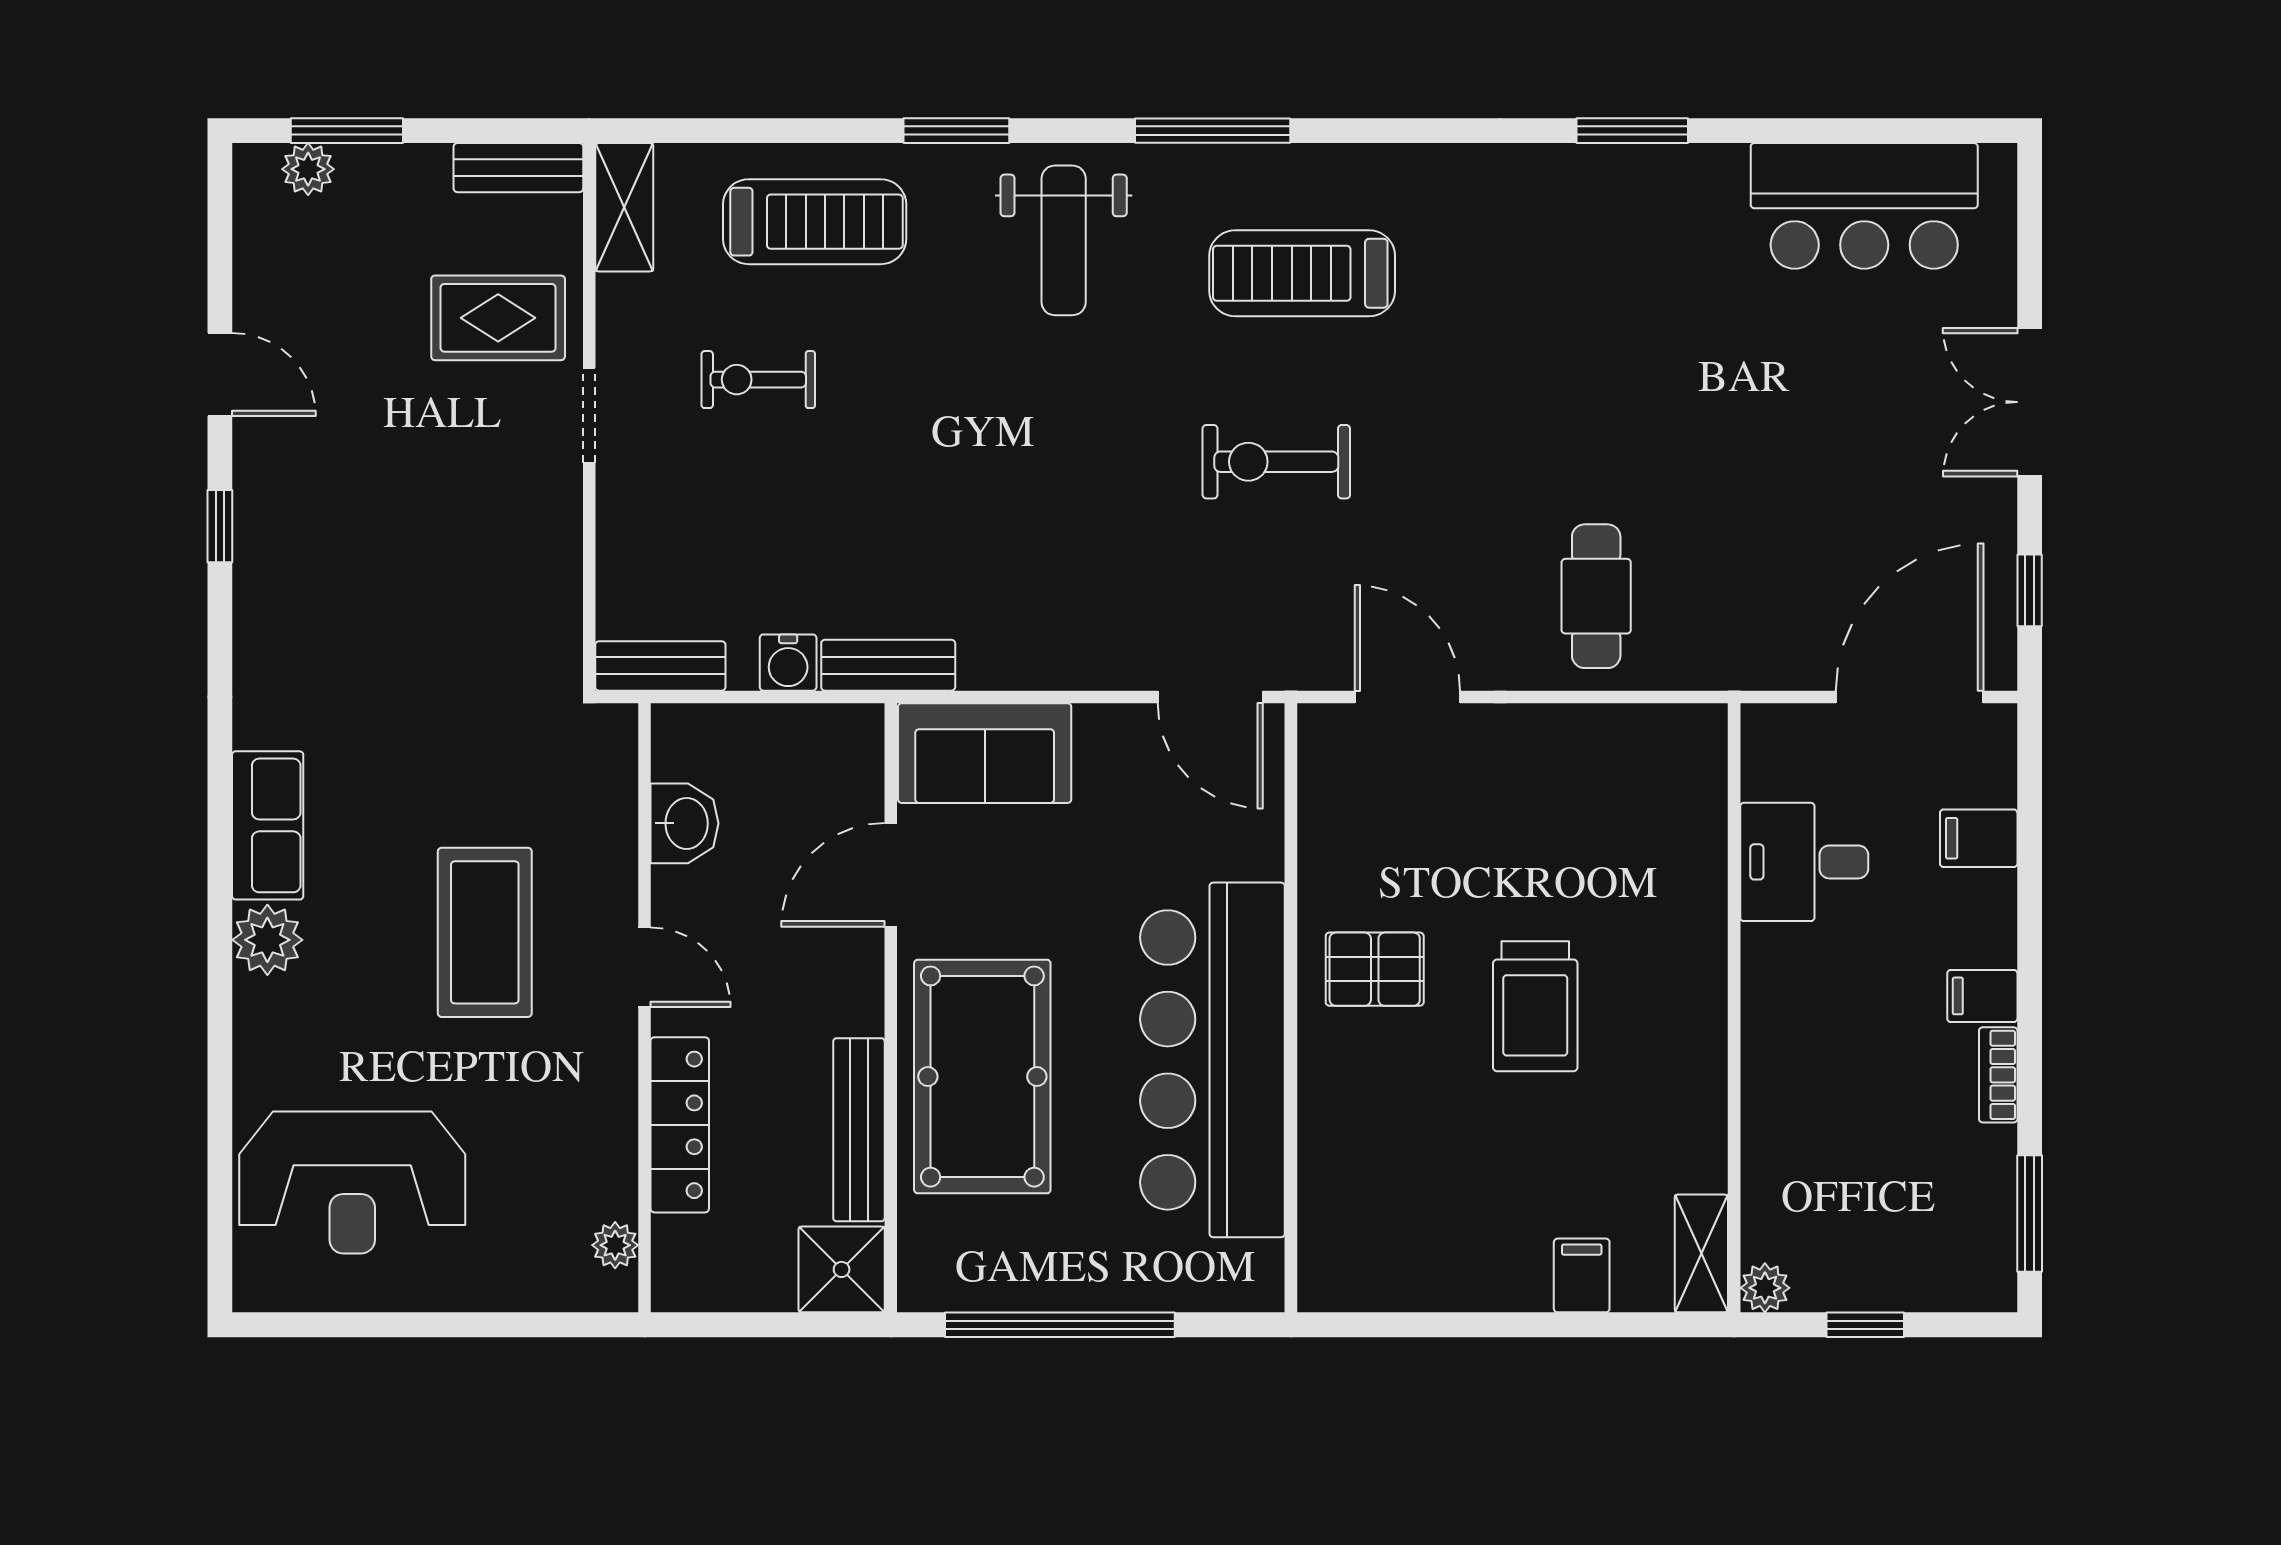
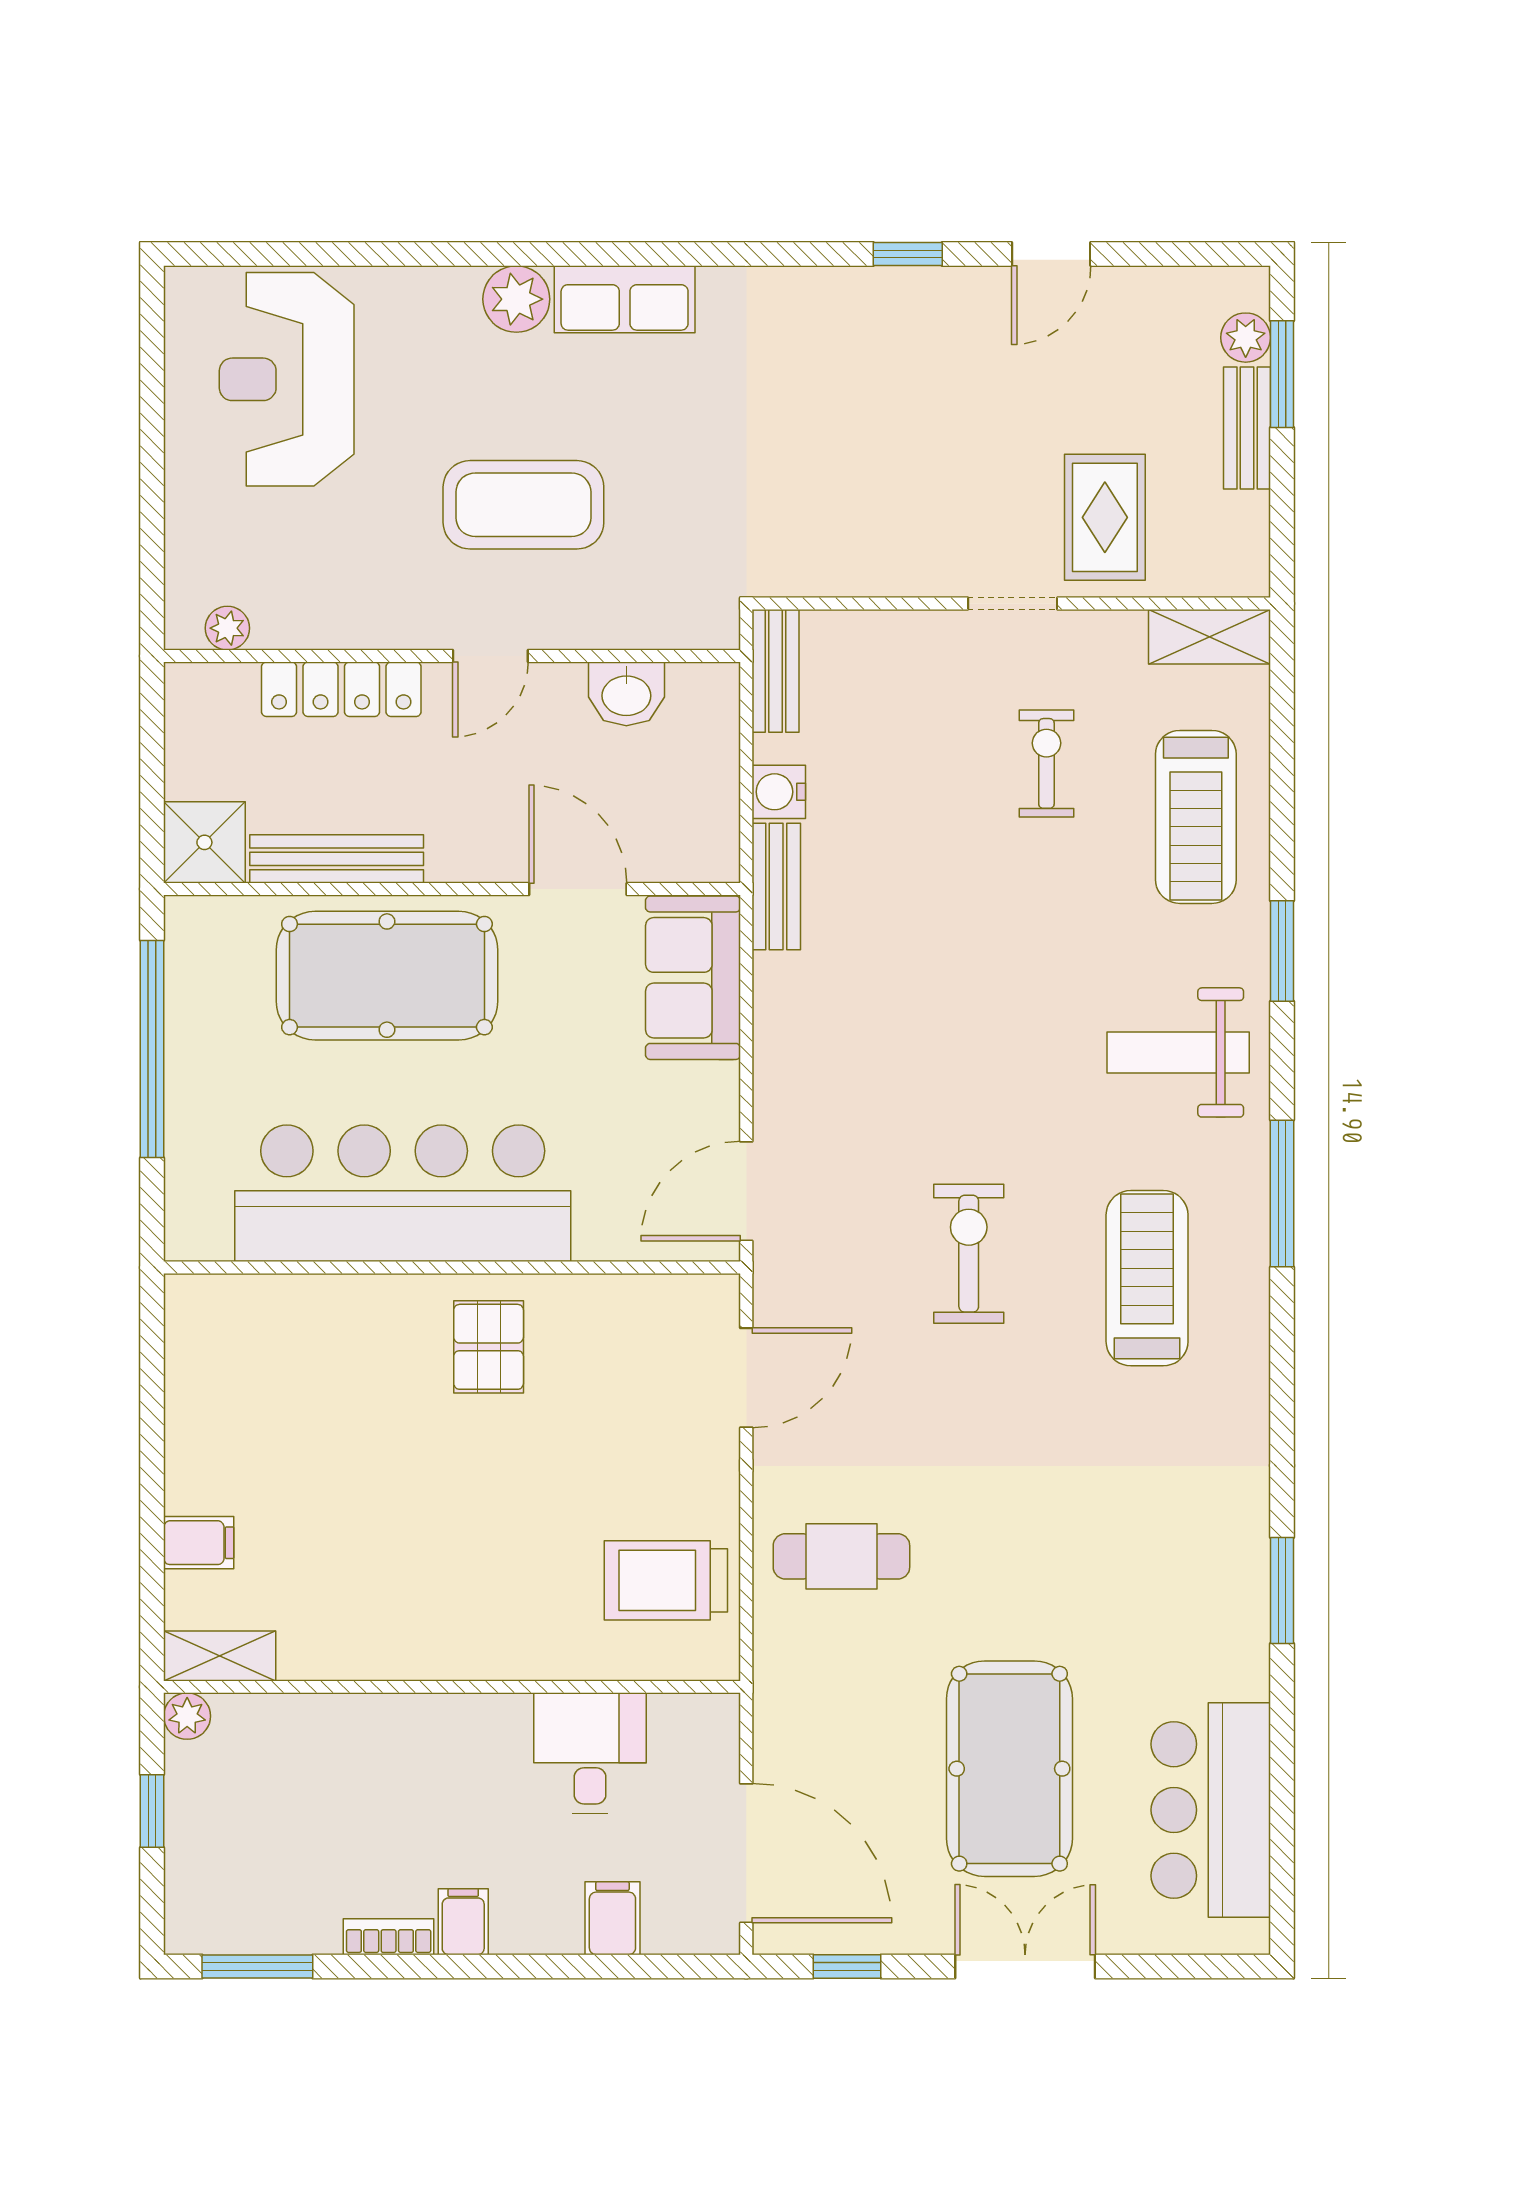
bench: (518, 168) -> (1247, 428), moved
pool table: (1821, 419) -> (1009, 1769), added
trolley: (1535, 1006) -> (666, 1580), moved

